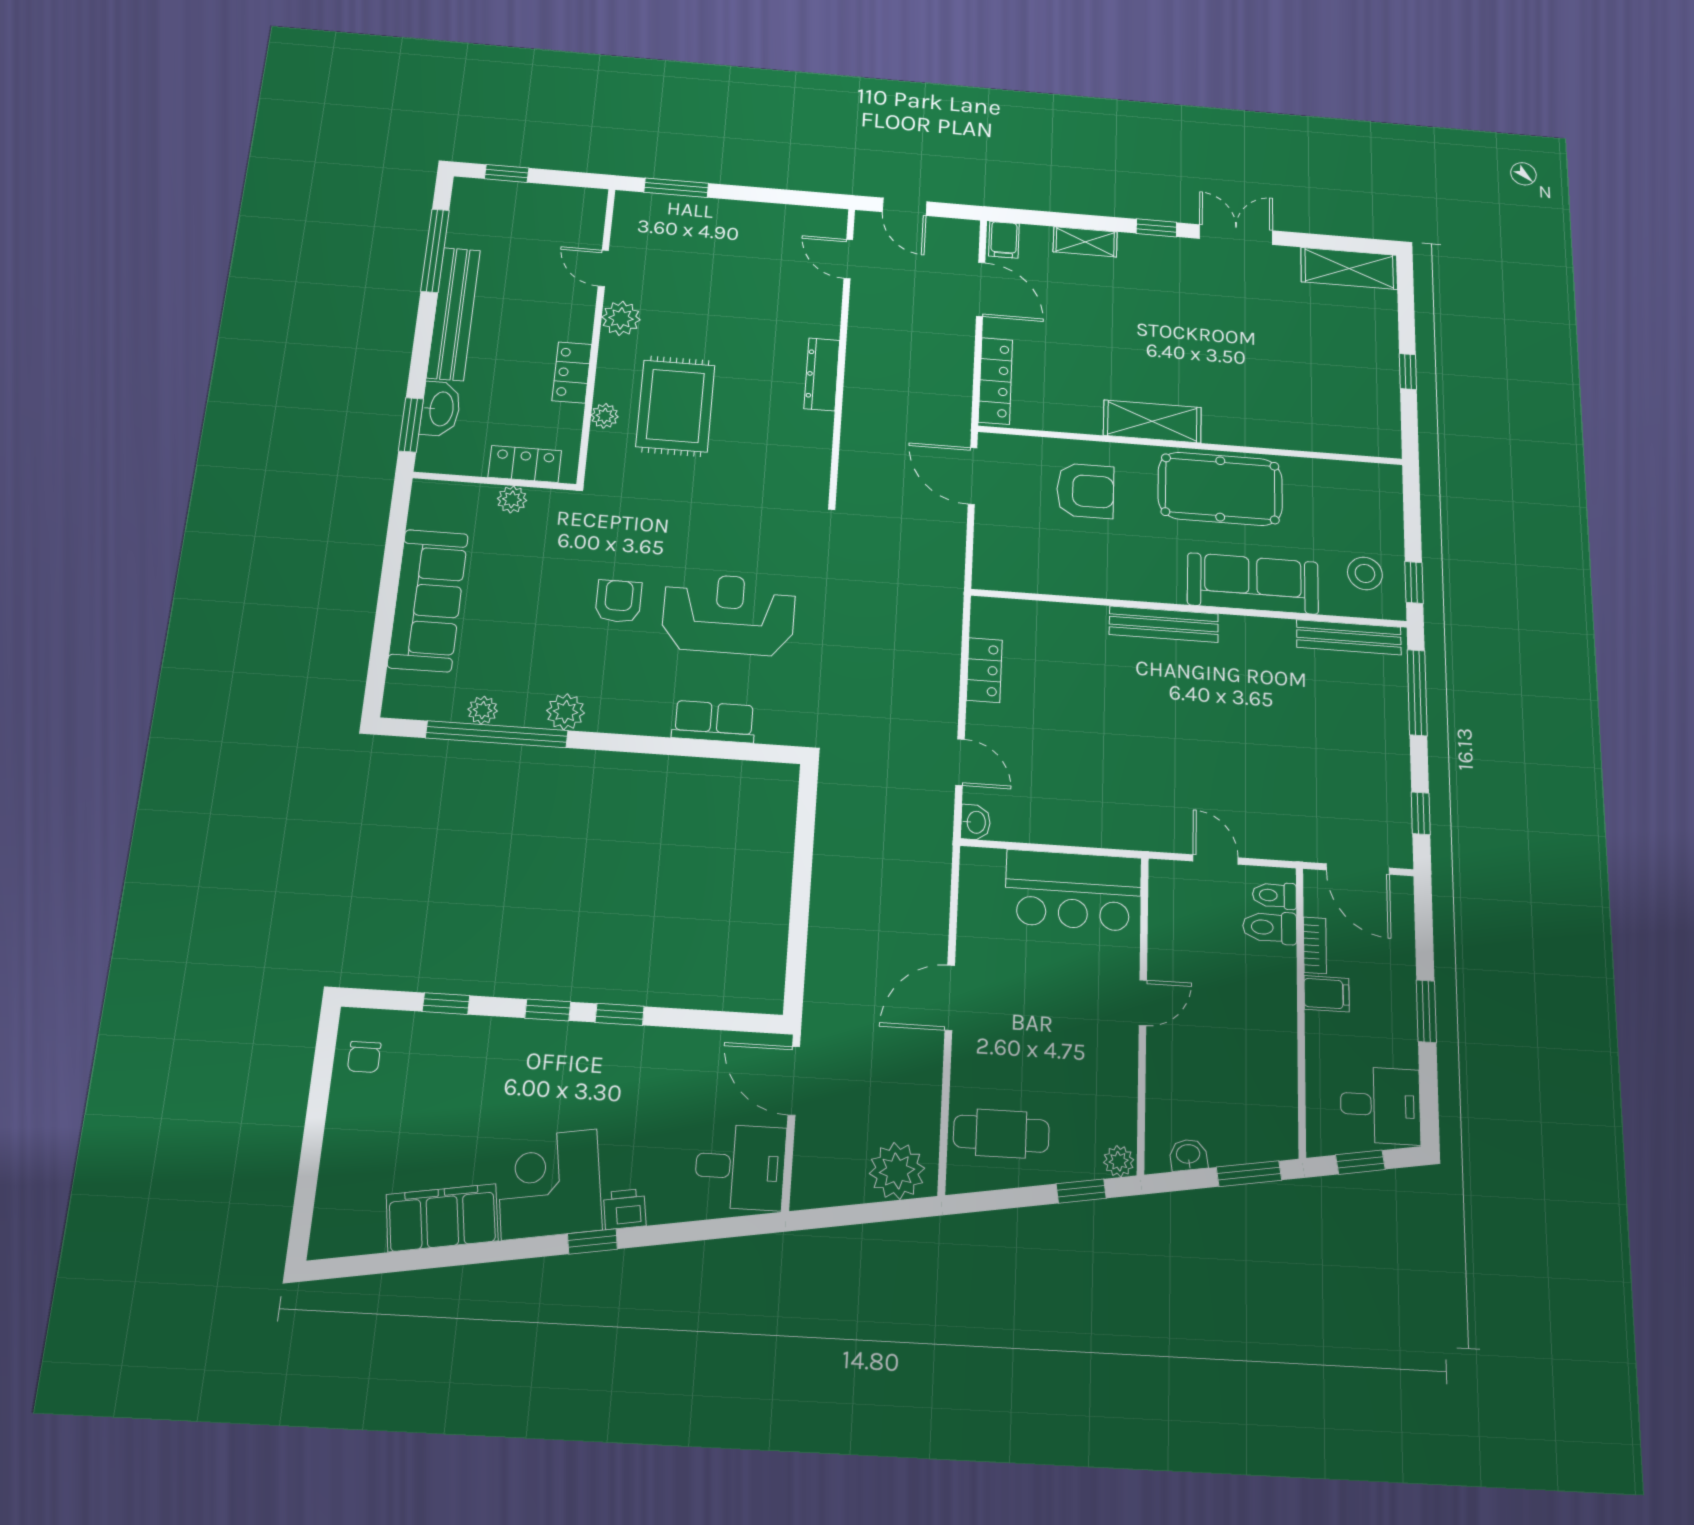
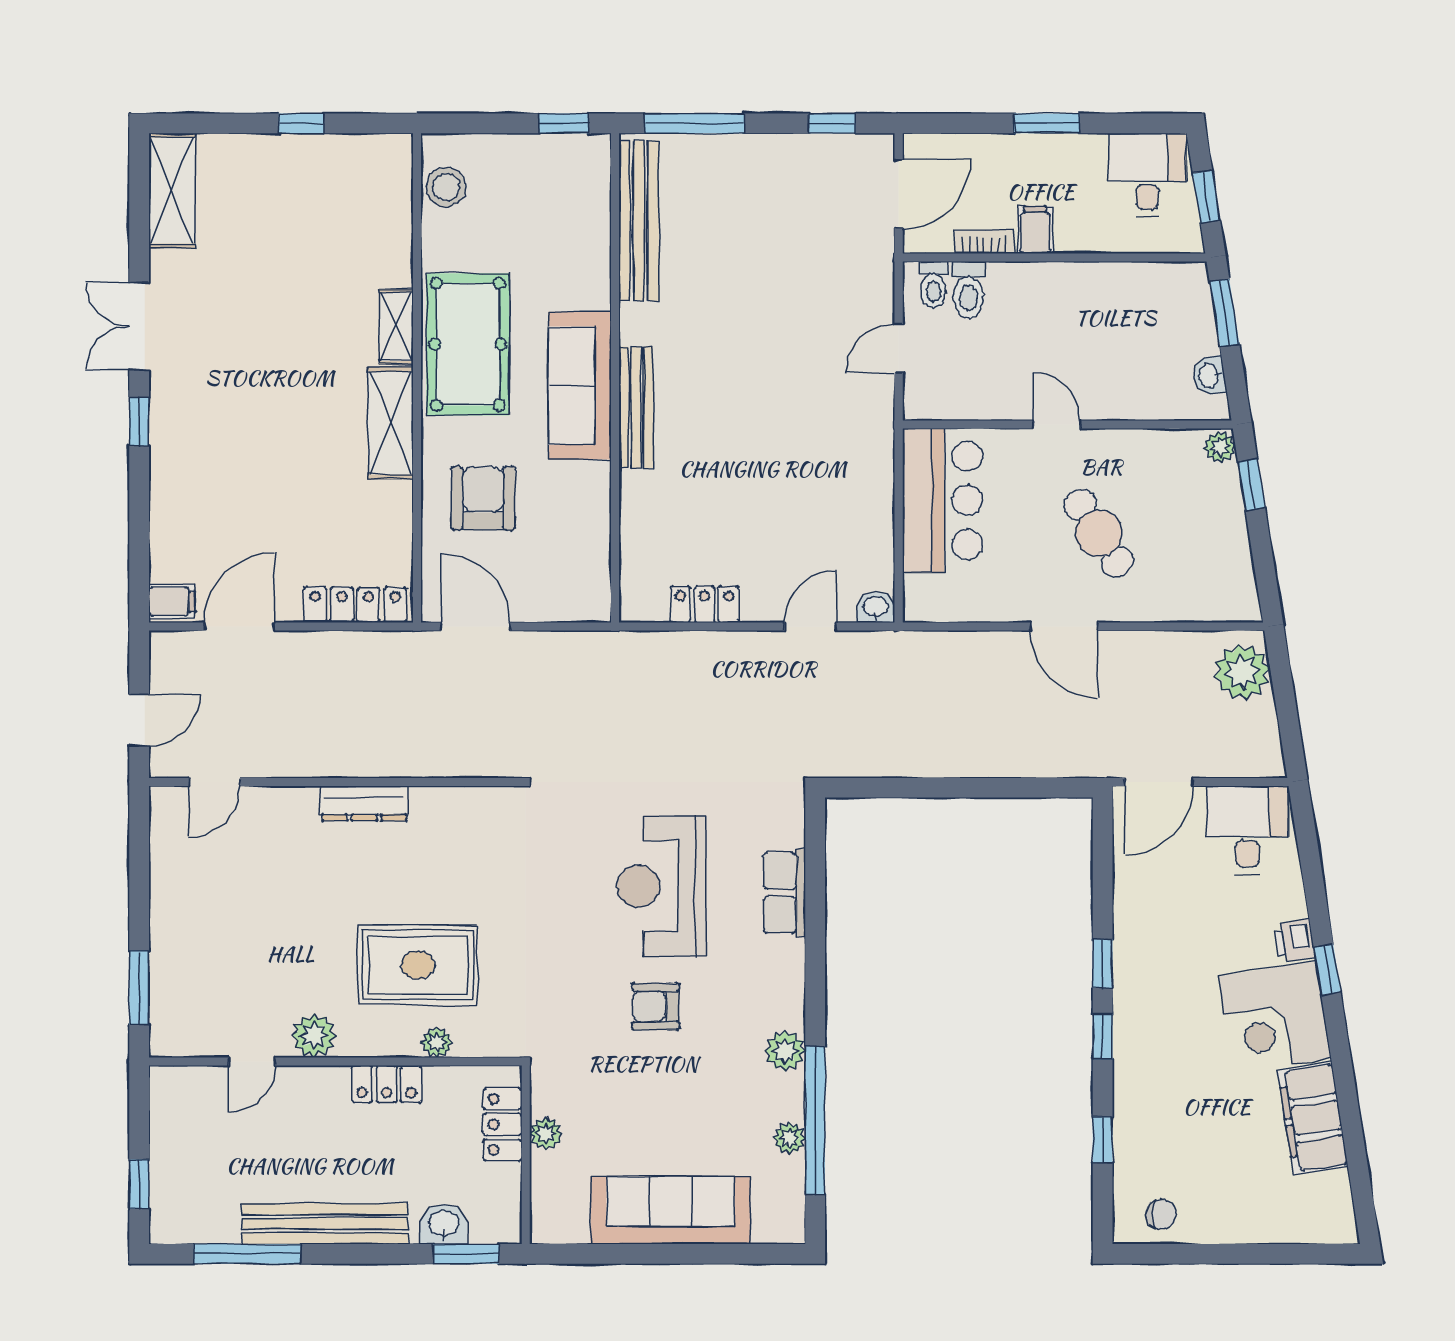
shelving: (1085, 242) -> (396, 327), moved
washbasin: (440, 409) -> (444, 1224), width x0.72
door: (972, 476) -> (476, 626), swing flipped
stool: (1365, 573) -> (446, 187), moved
sofa: (1253, 583) -> (580, 386), moved
bench: (1349, 637) -> (639, 221), width x1.37, depth x1.21
cafe table: (1001, 1134) -> (1099, 533), moved, turned -33

